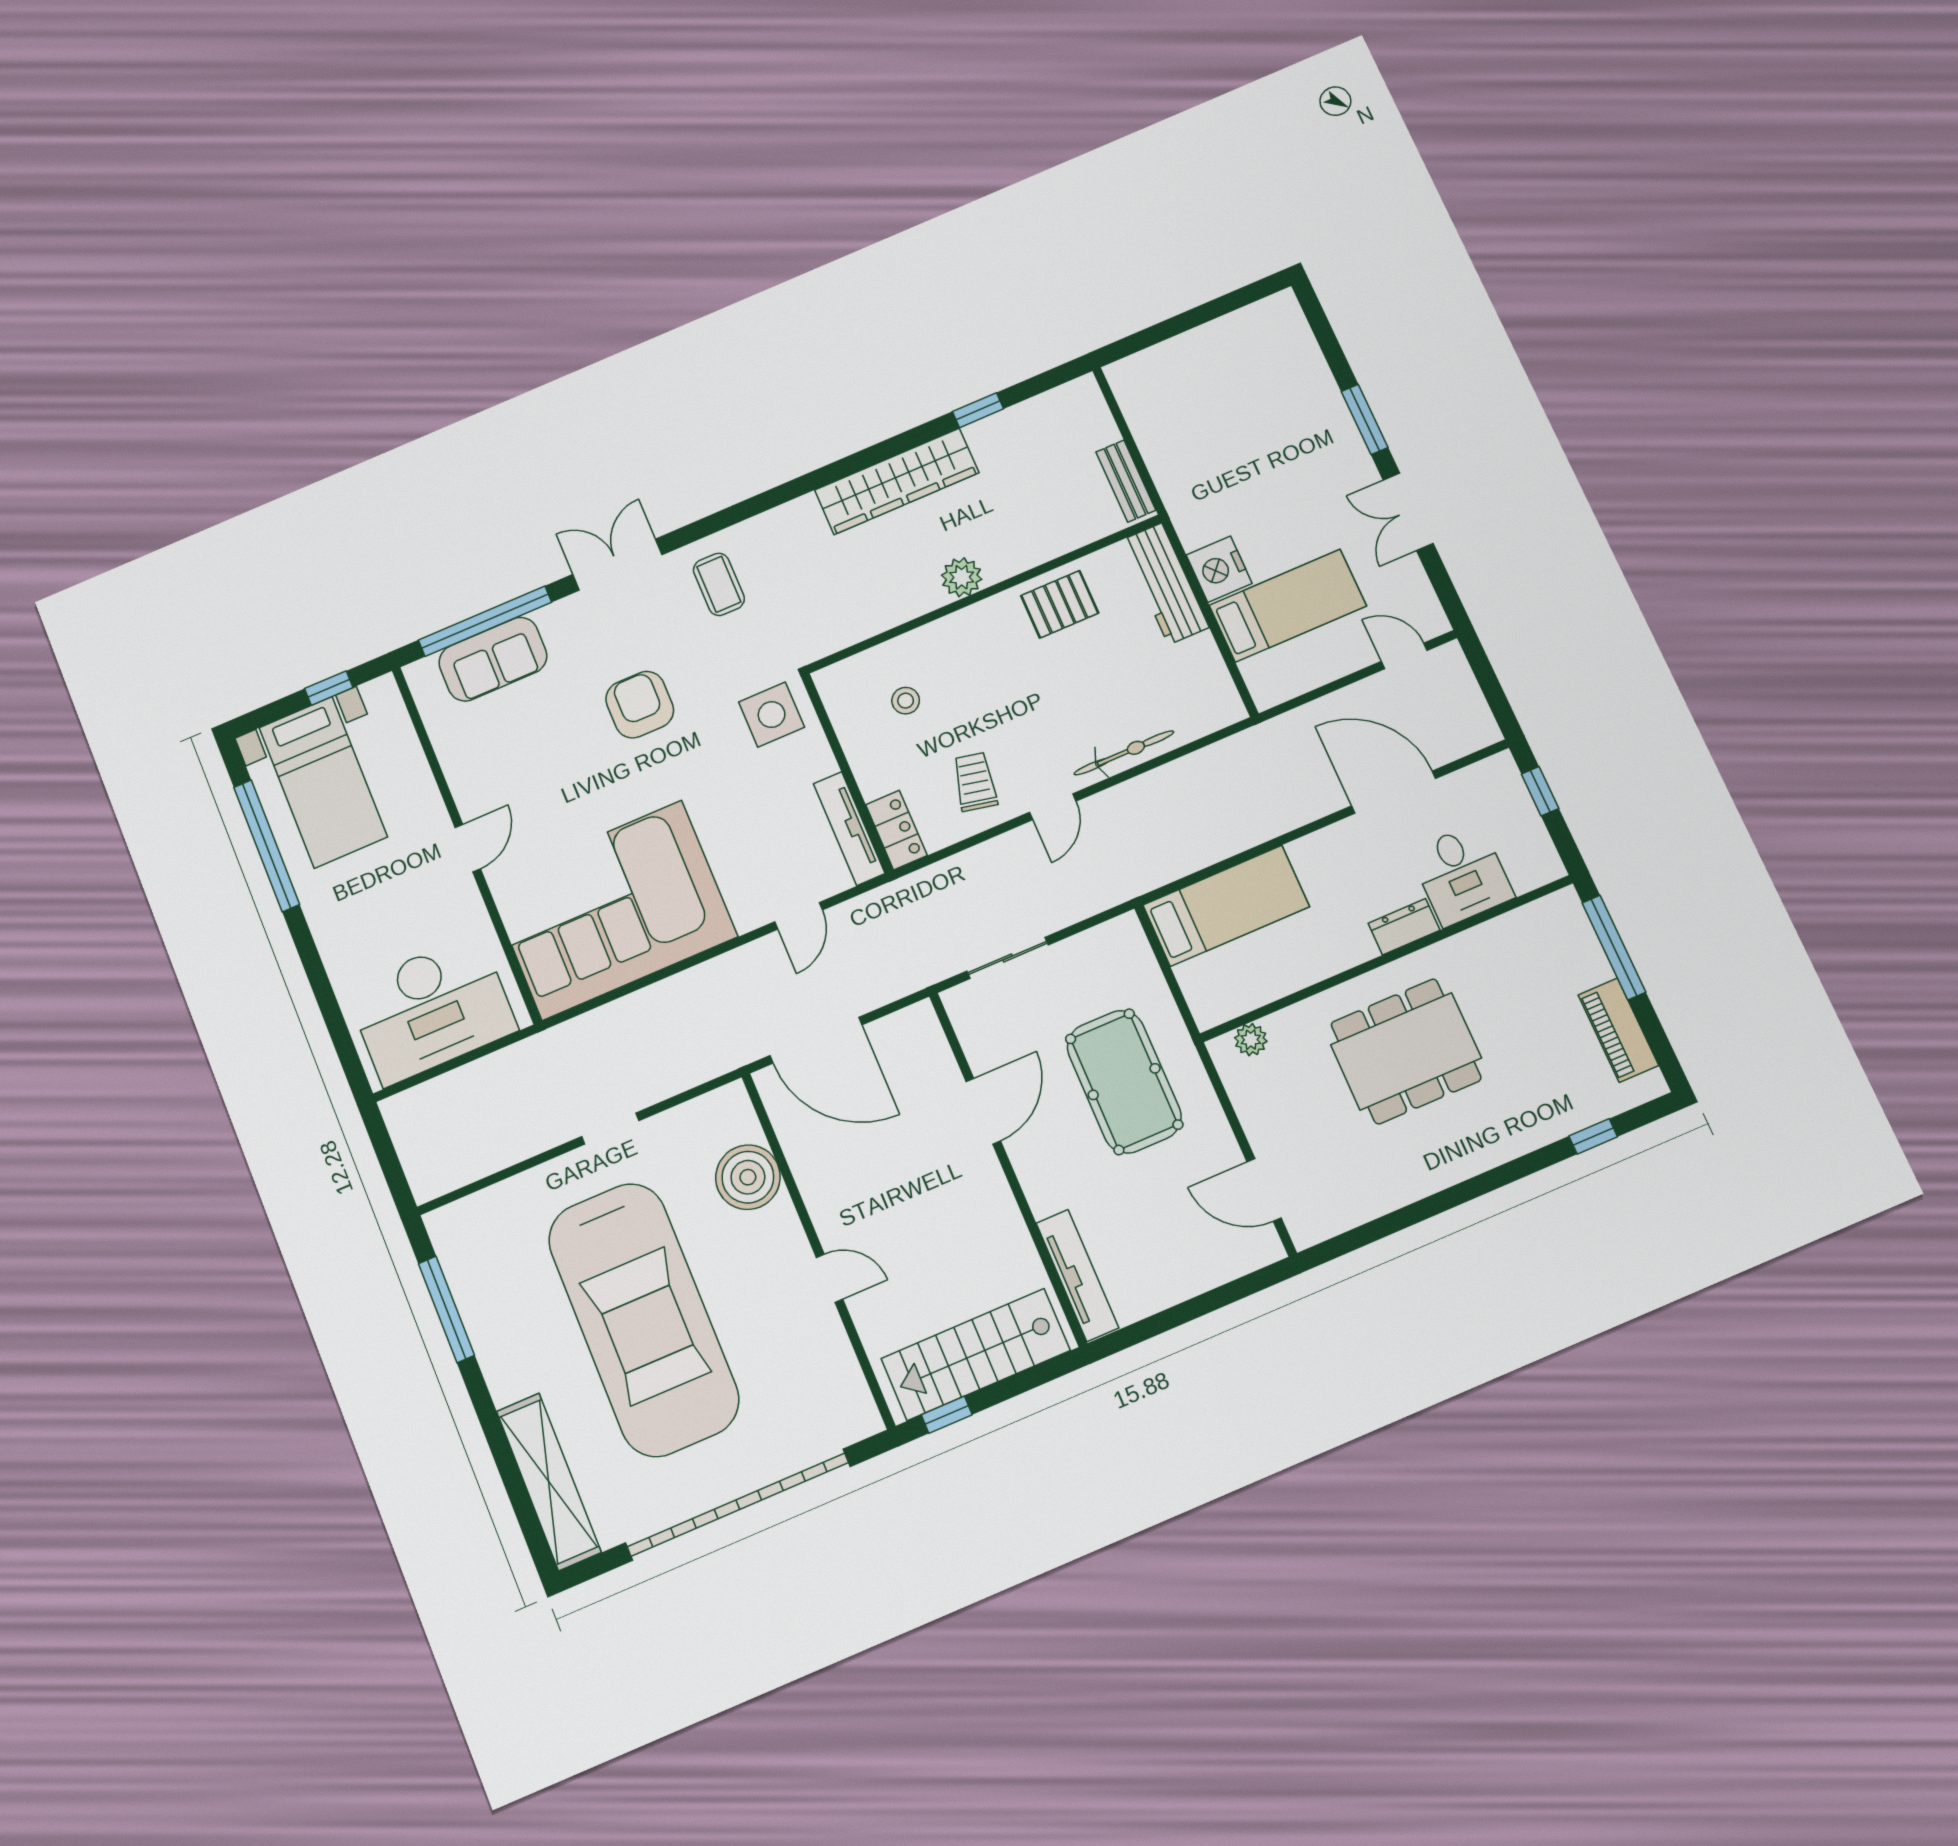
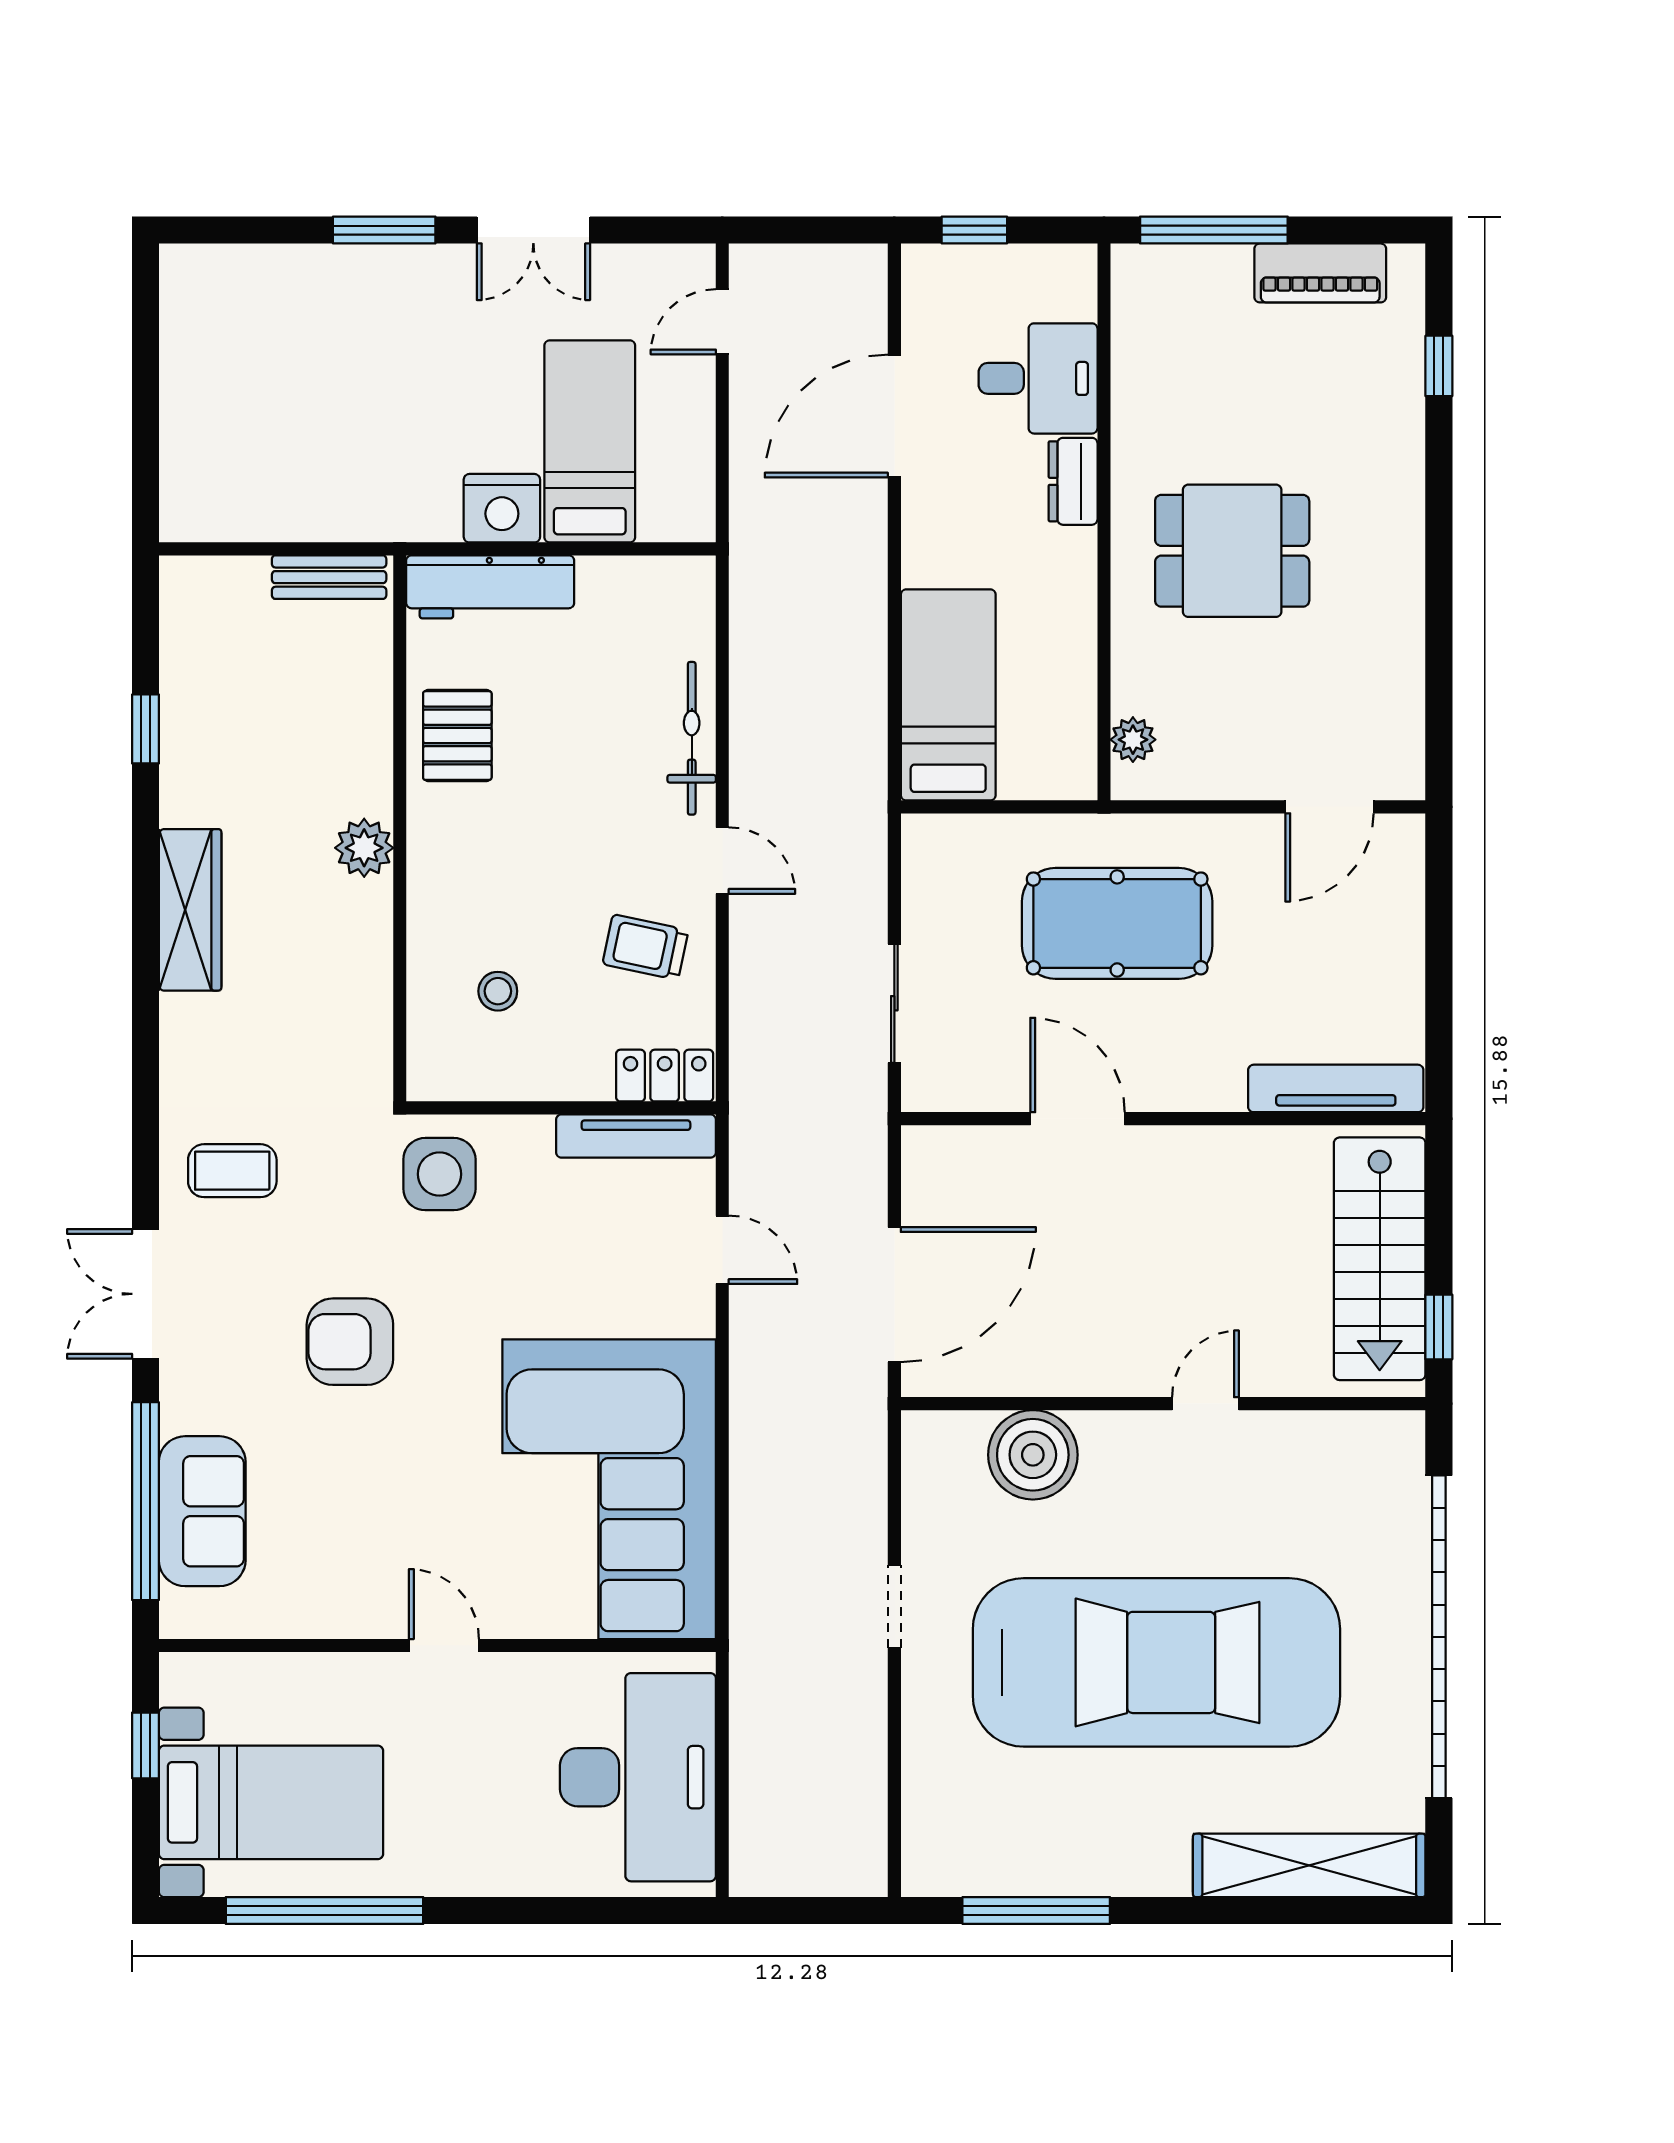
wardrobe: (897, 481) -> (190, 910), width x0.71, depth x0.85
dining table: (1406, 1051) -> (1232, 551), width x0.73

